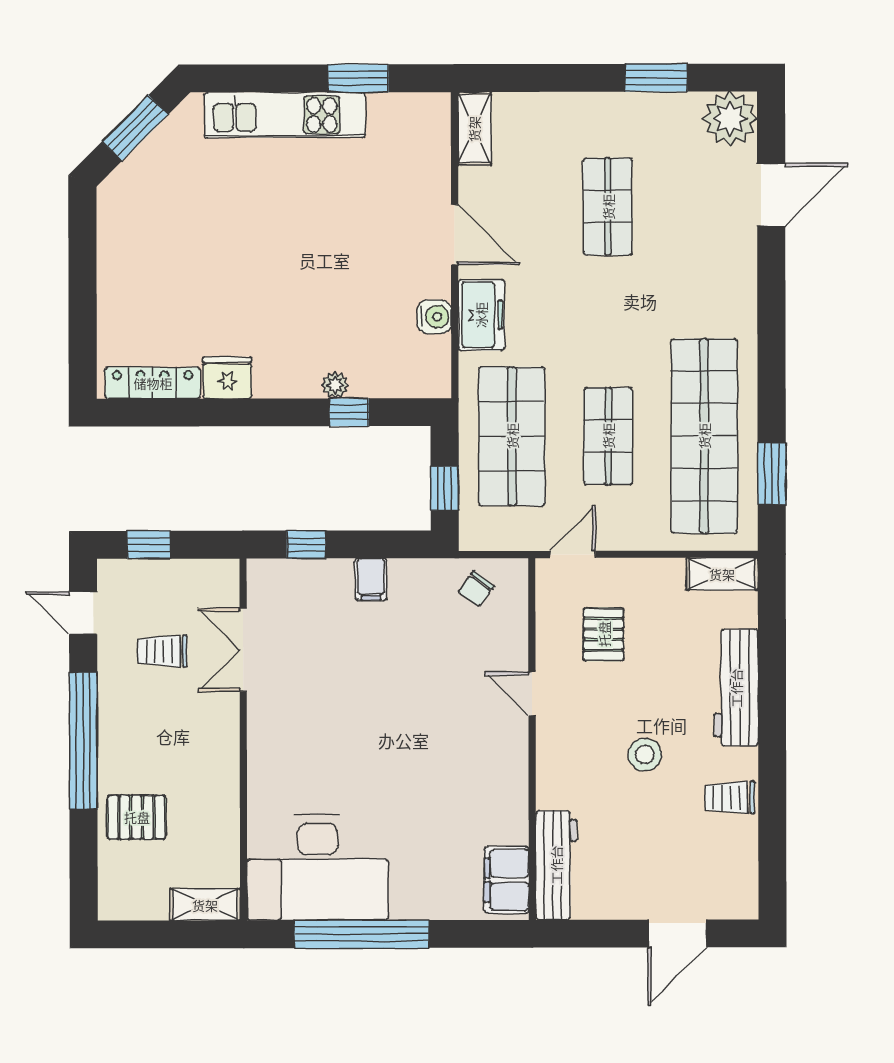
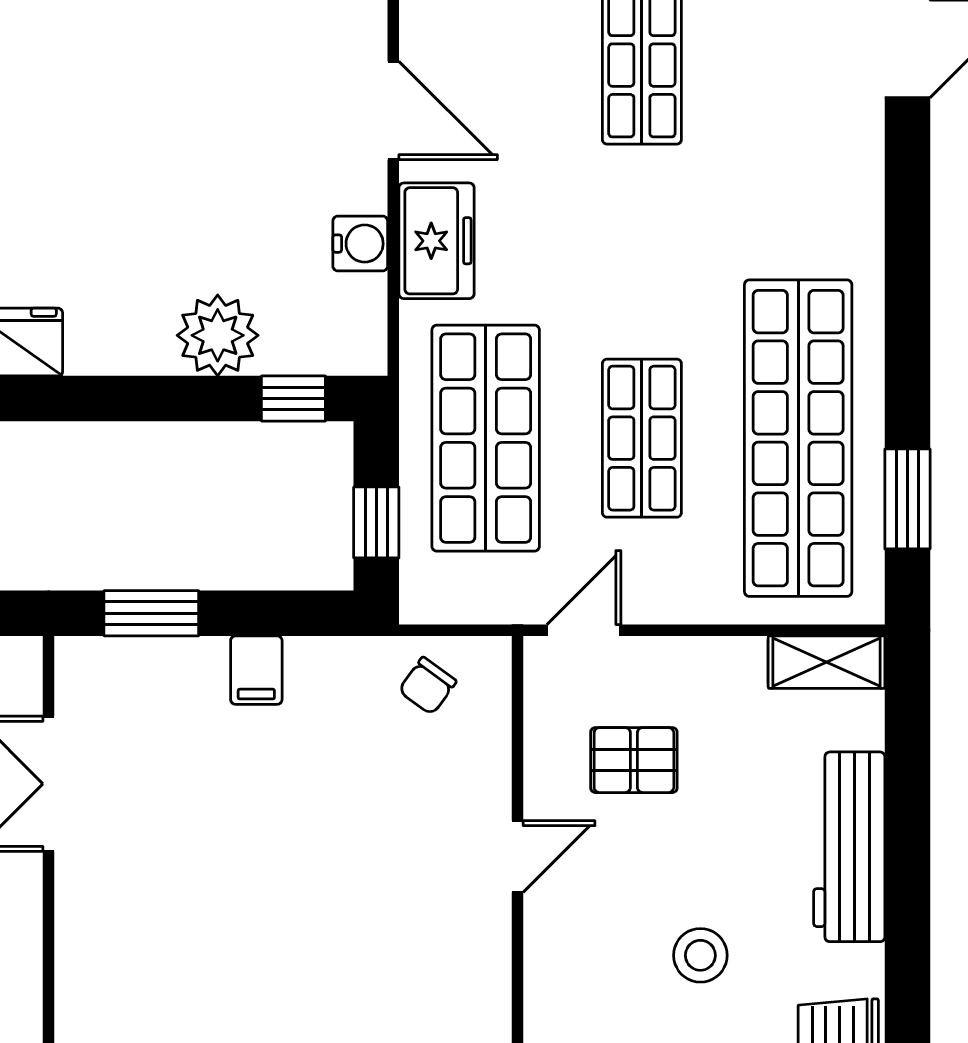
plant: (335, 385) -> (218, 335), width x1.87, depth x1.87
window: (349, 412) -> (293, 399), moved
window: (306, 545) -> (151, 613), width x1.50
pallet: (604, 634) -> (634, 760), turned 90
door: (532, 694) -> (518, 856), swing flipped

